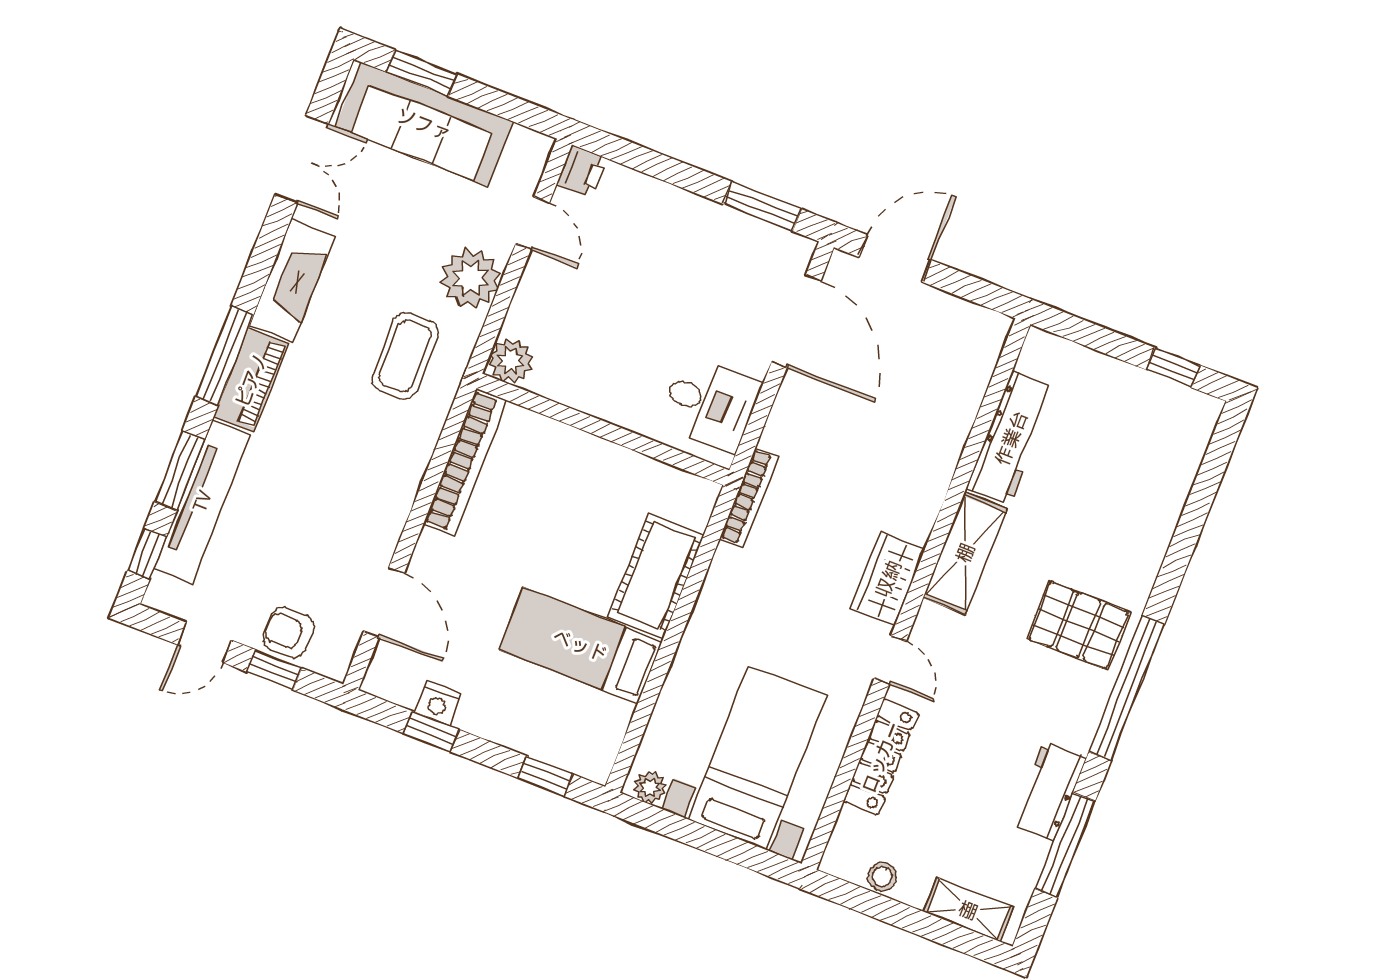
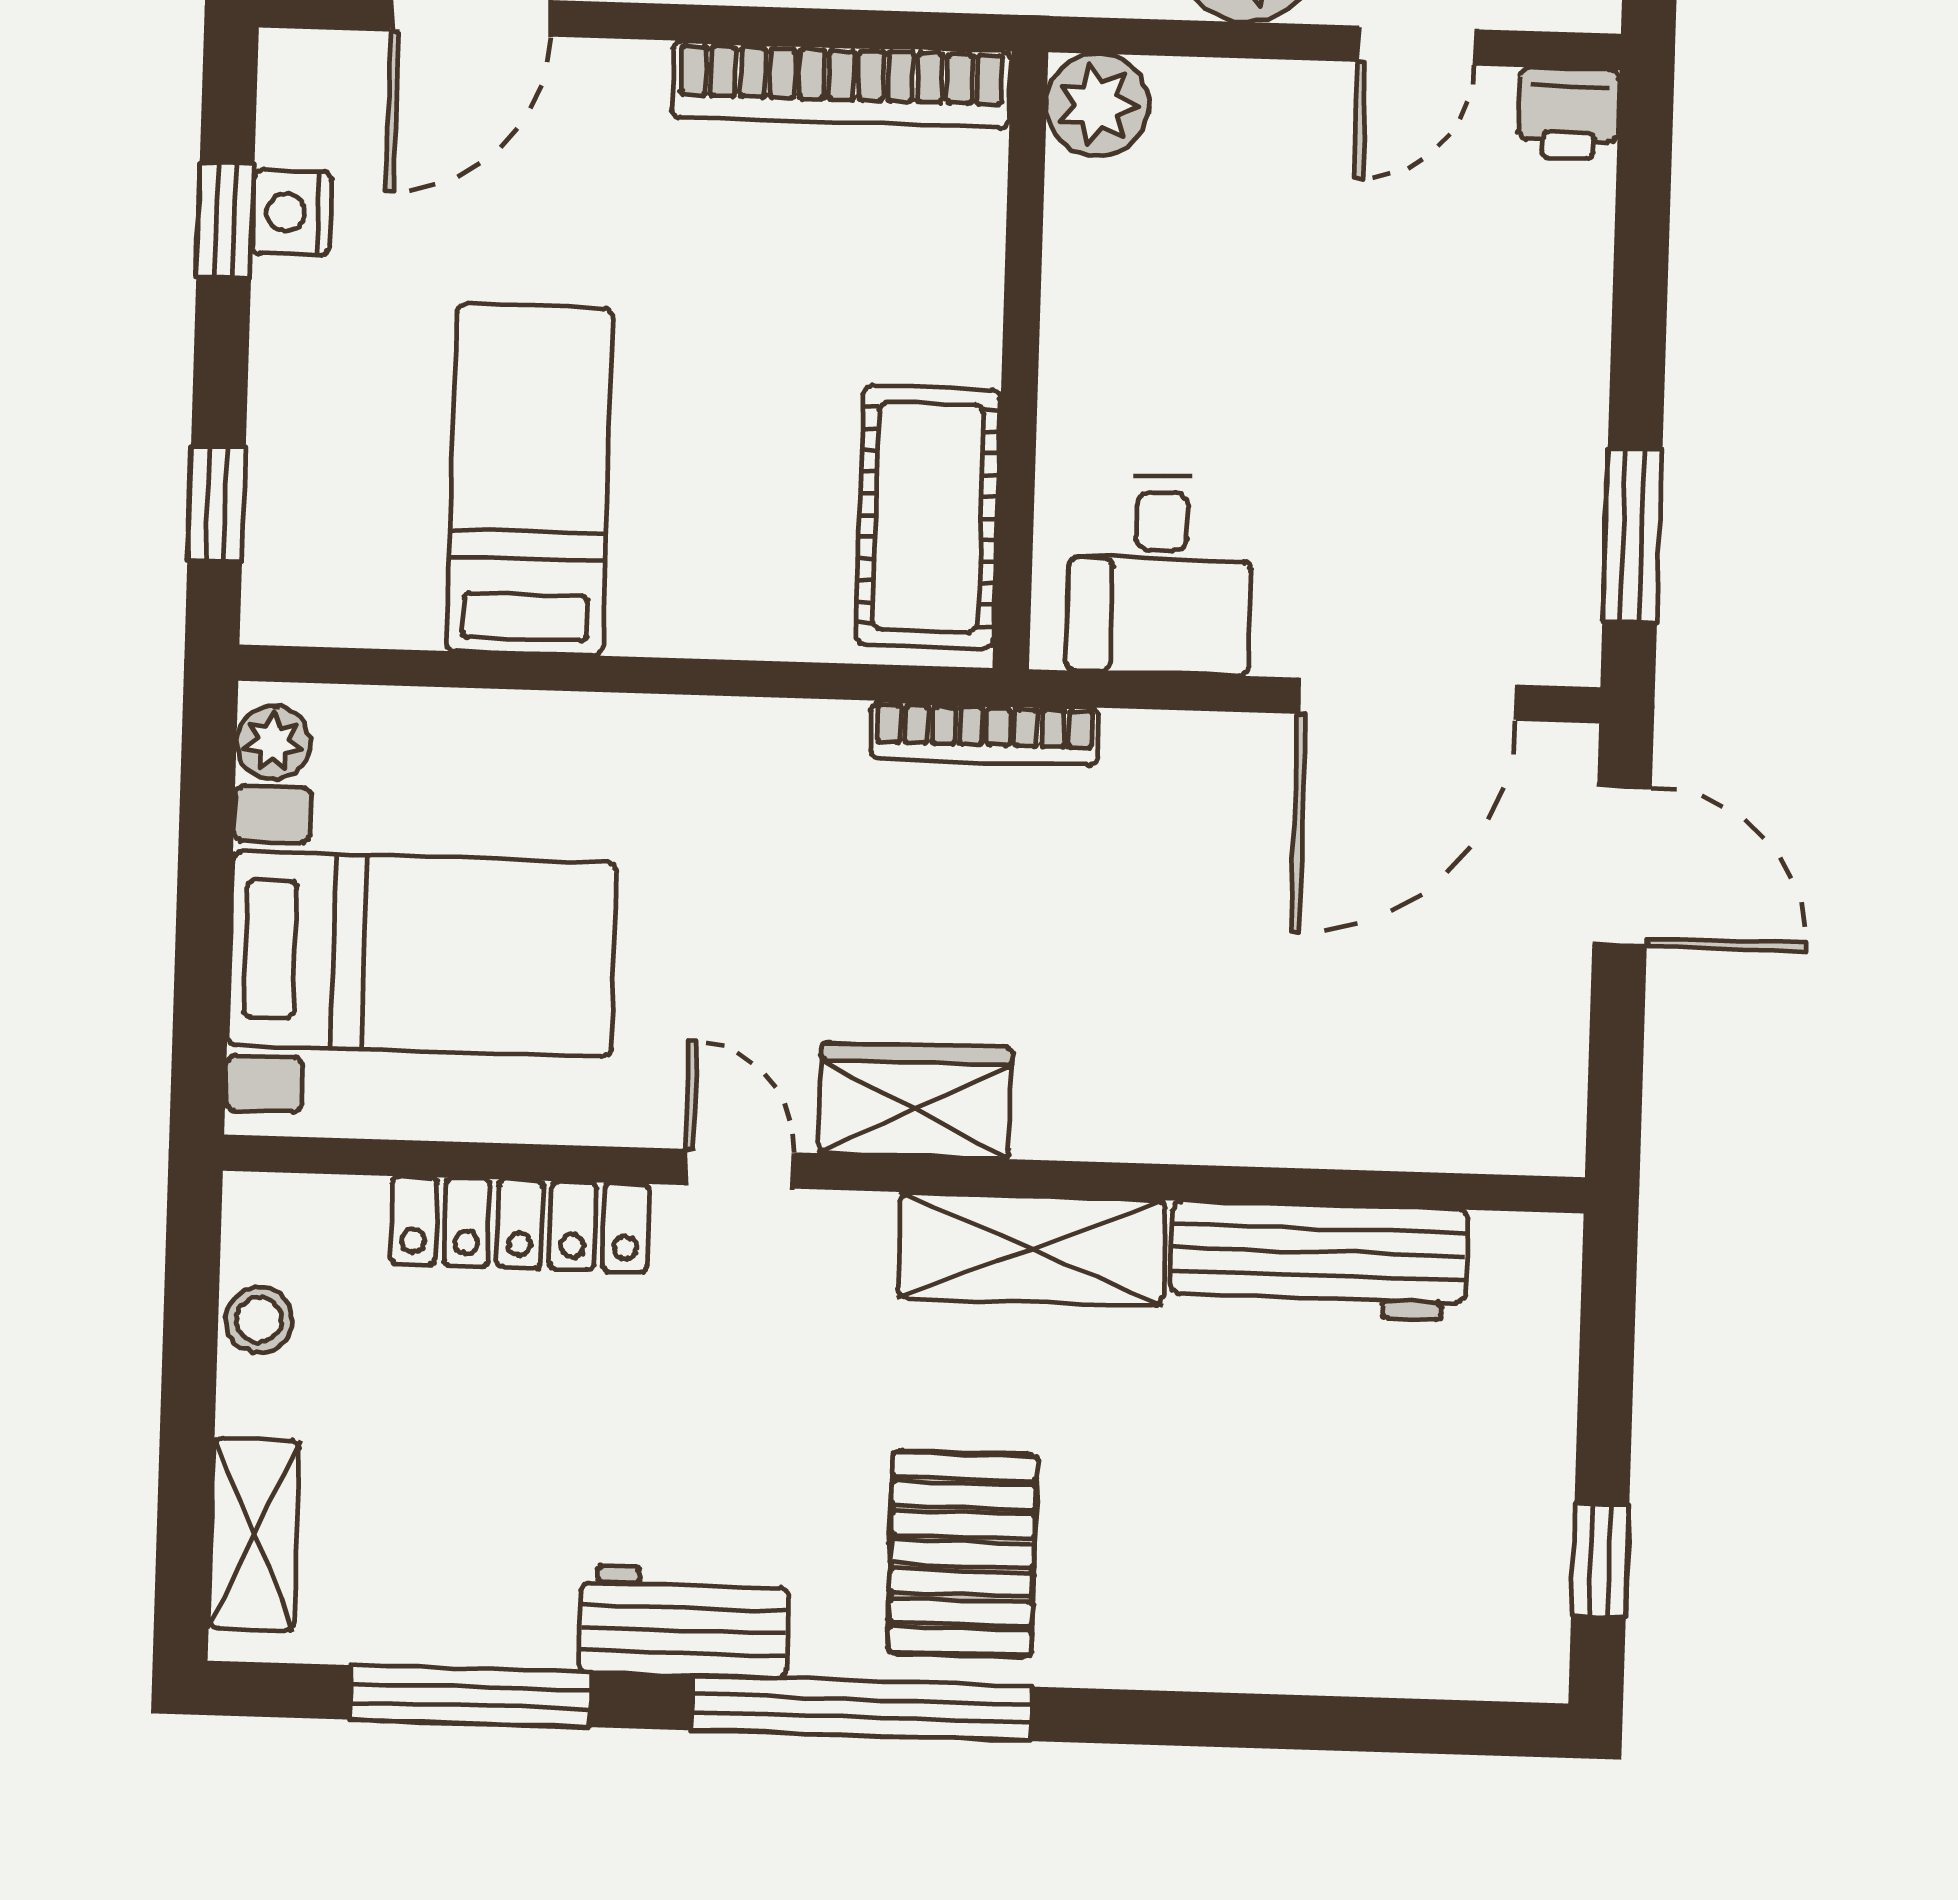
cot: (656, 576) -> (928, 517), moved, turned 90
door: (890, 660) -> (739, 1169), swing flipped
workbench: (1049, 791) -> (684, 1622), moved

